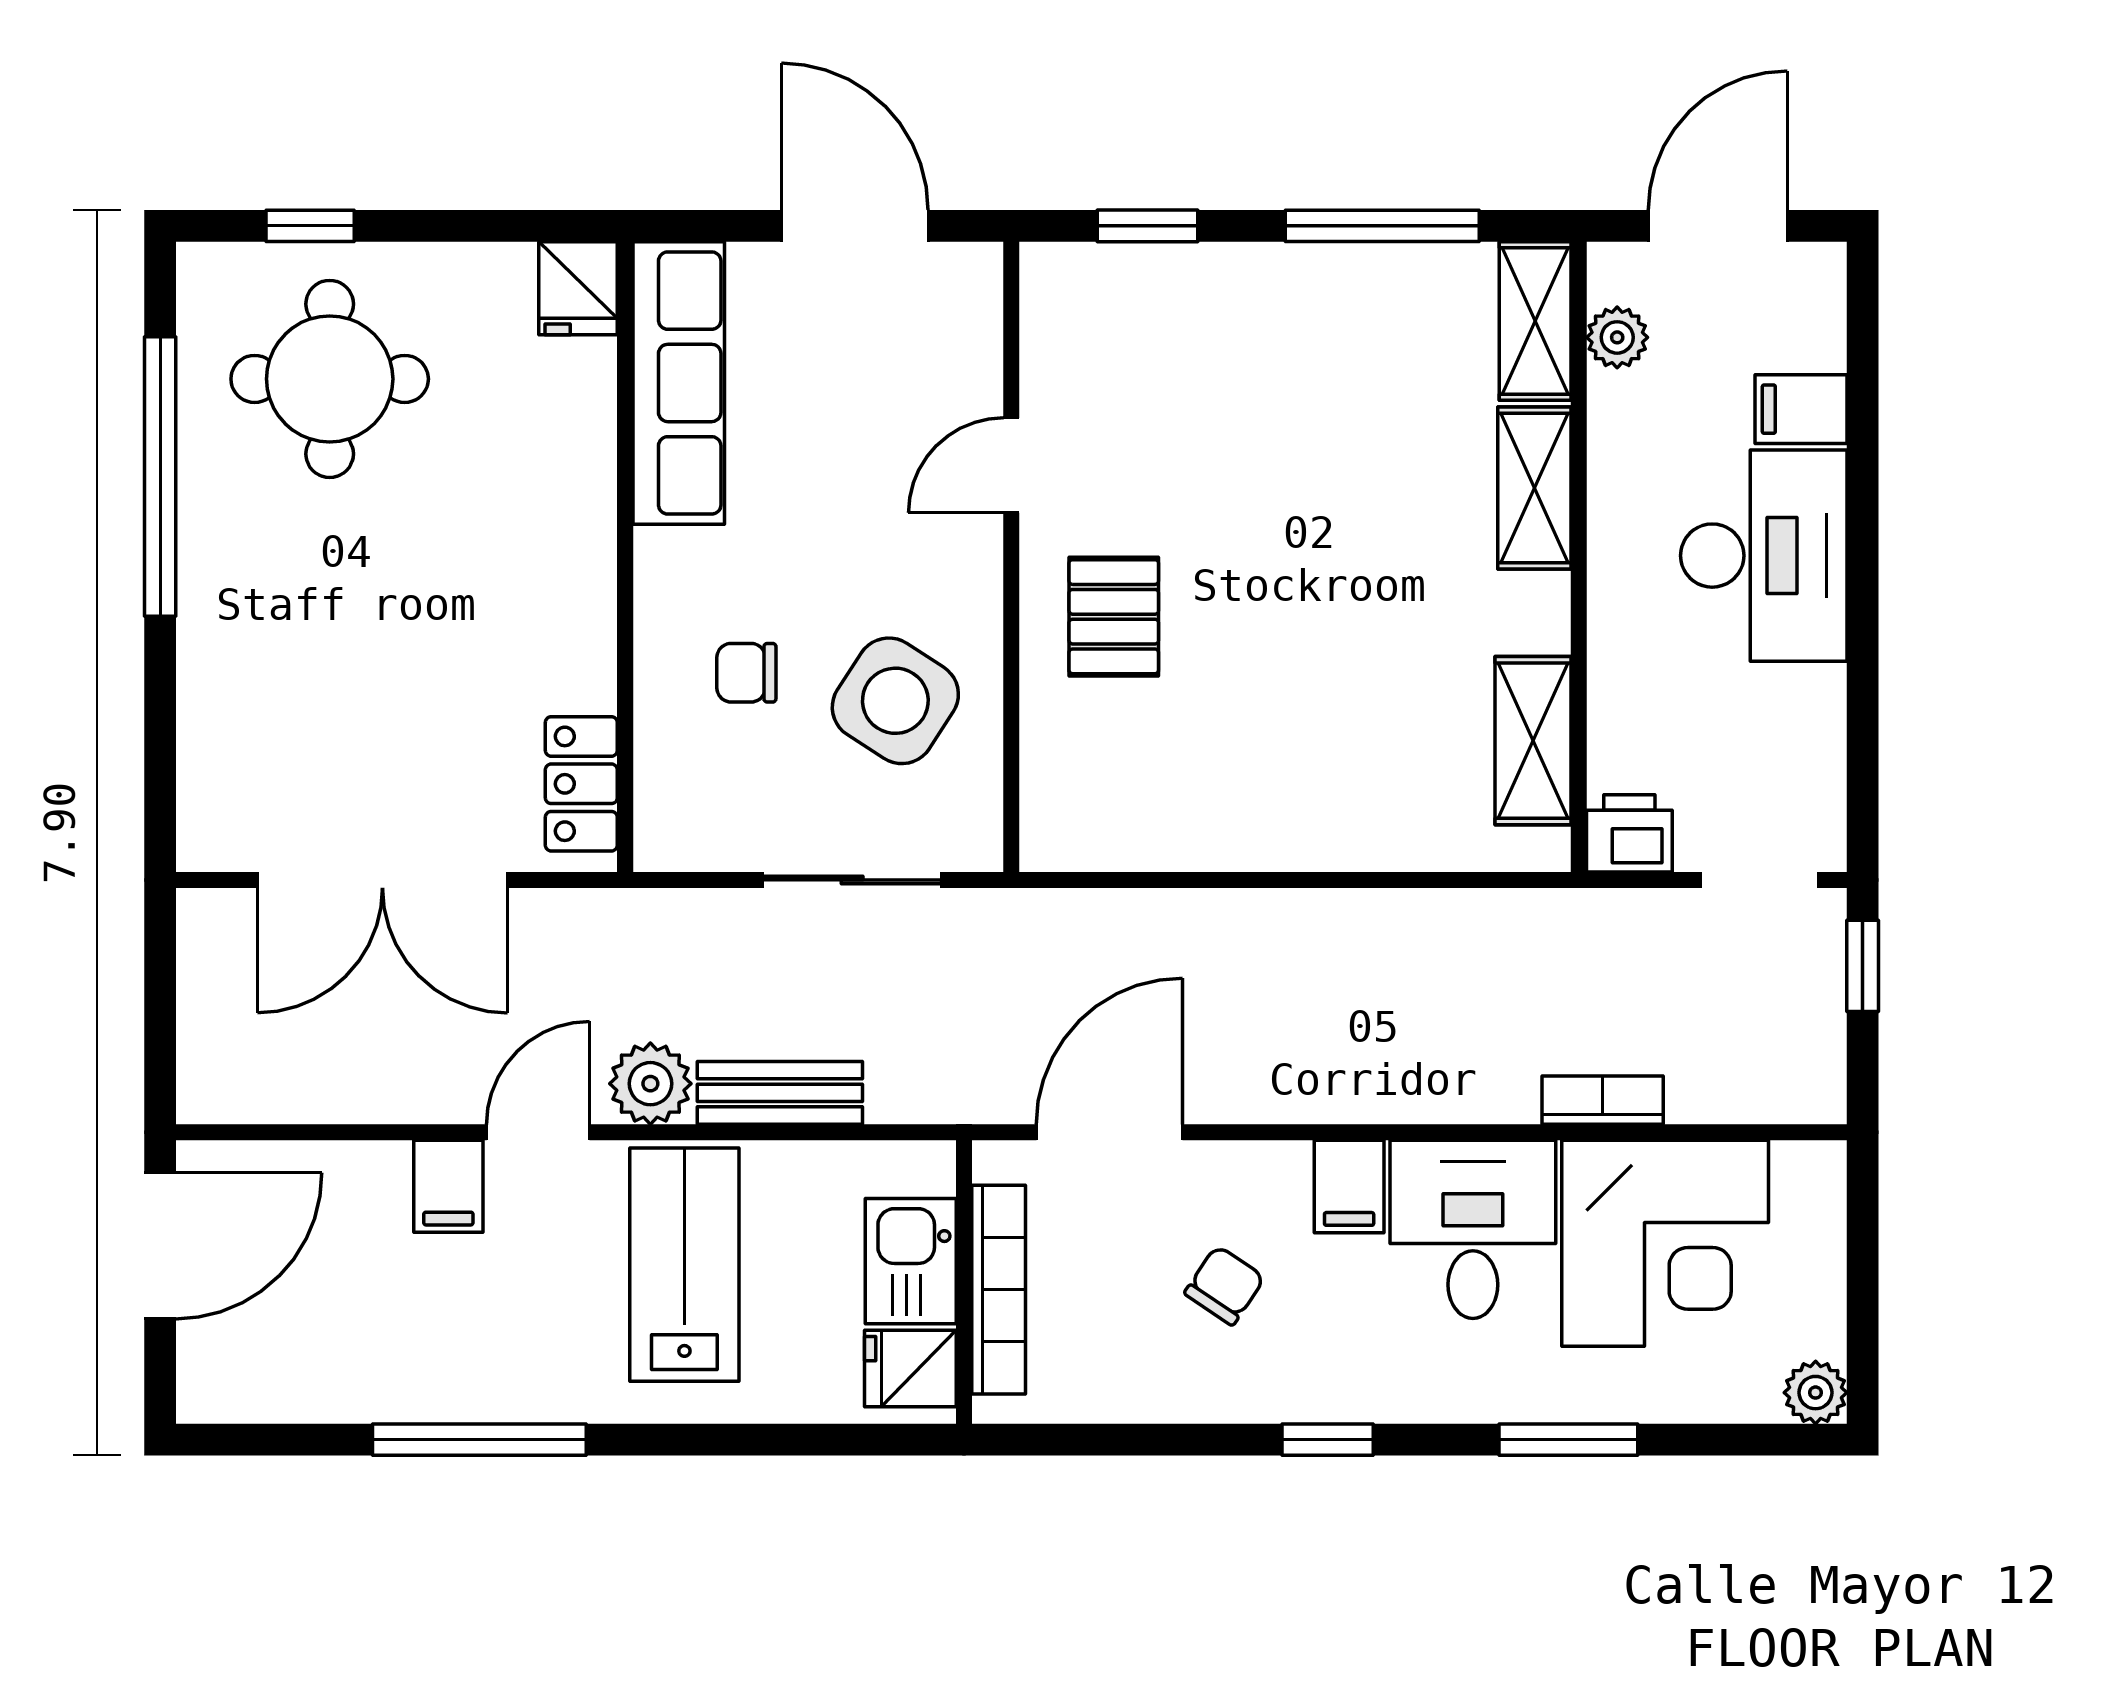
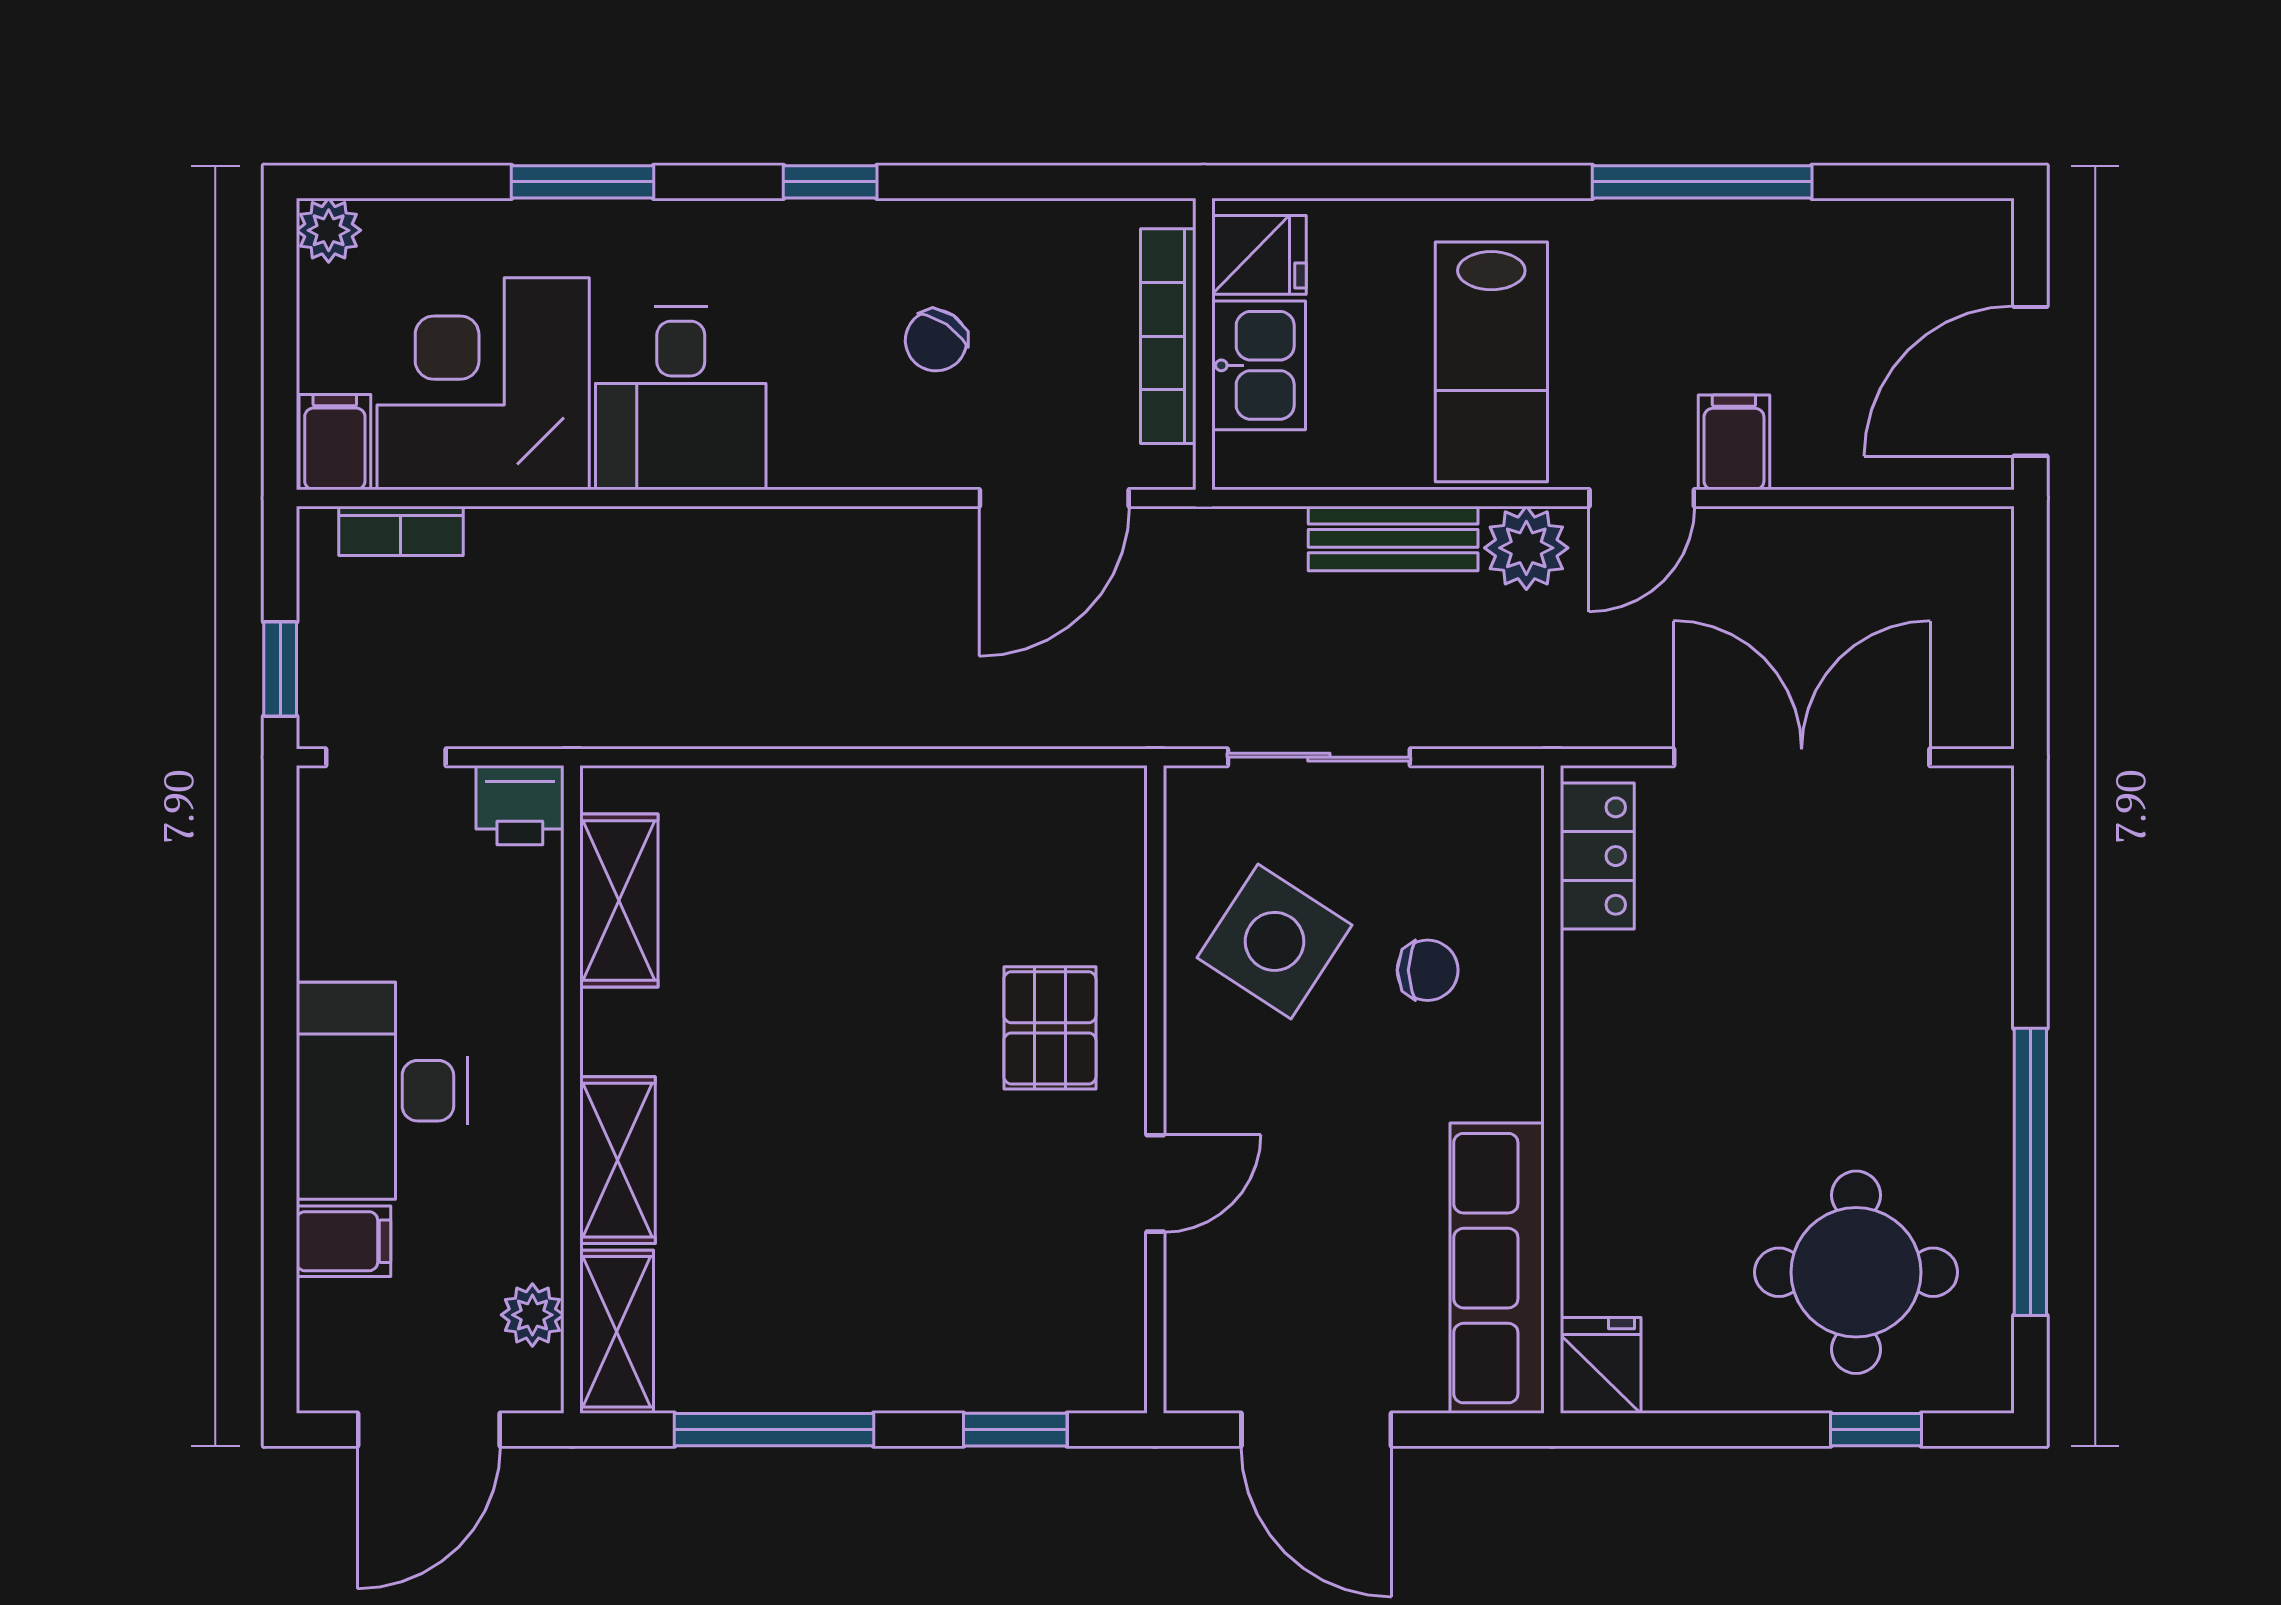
bookcase: (1603, 1100) -> (401, 531), moved
filing cabinet: (1349, 1186) -> (335, 442), moved

